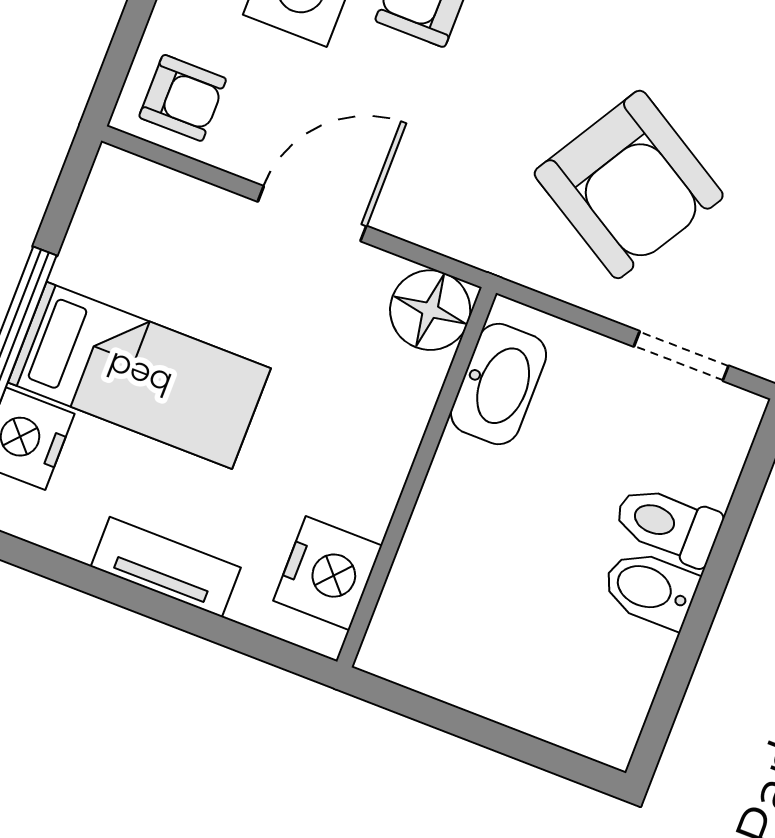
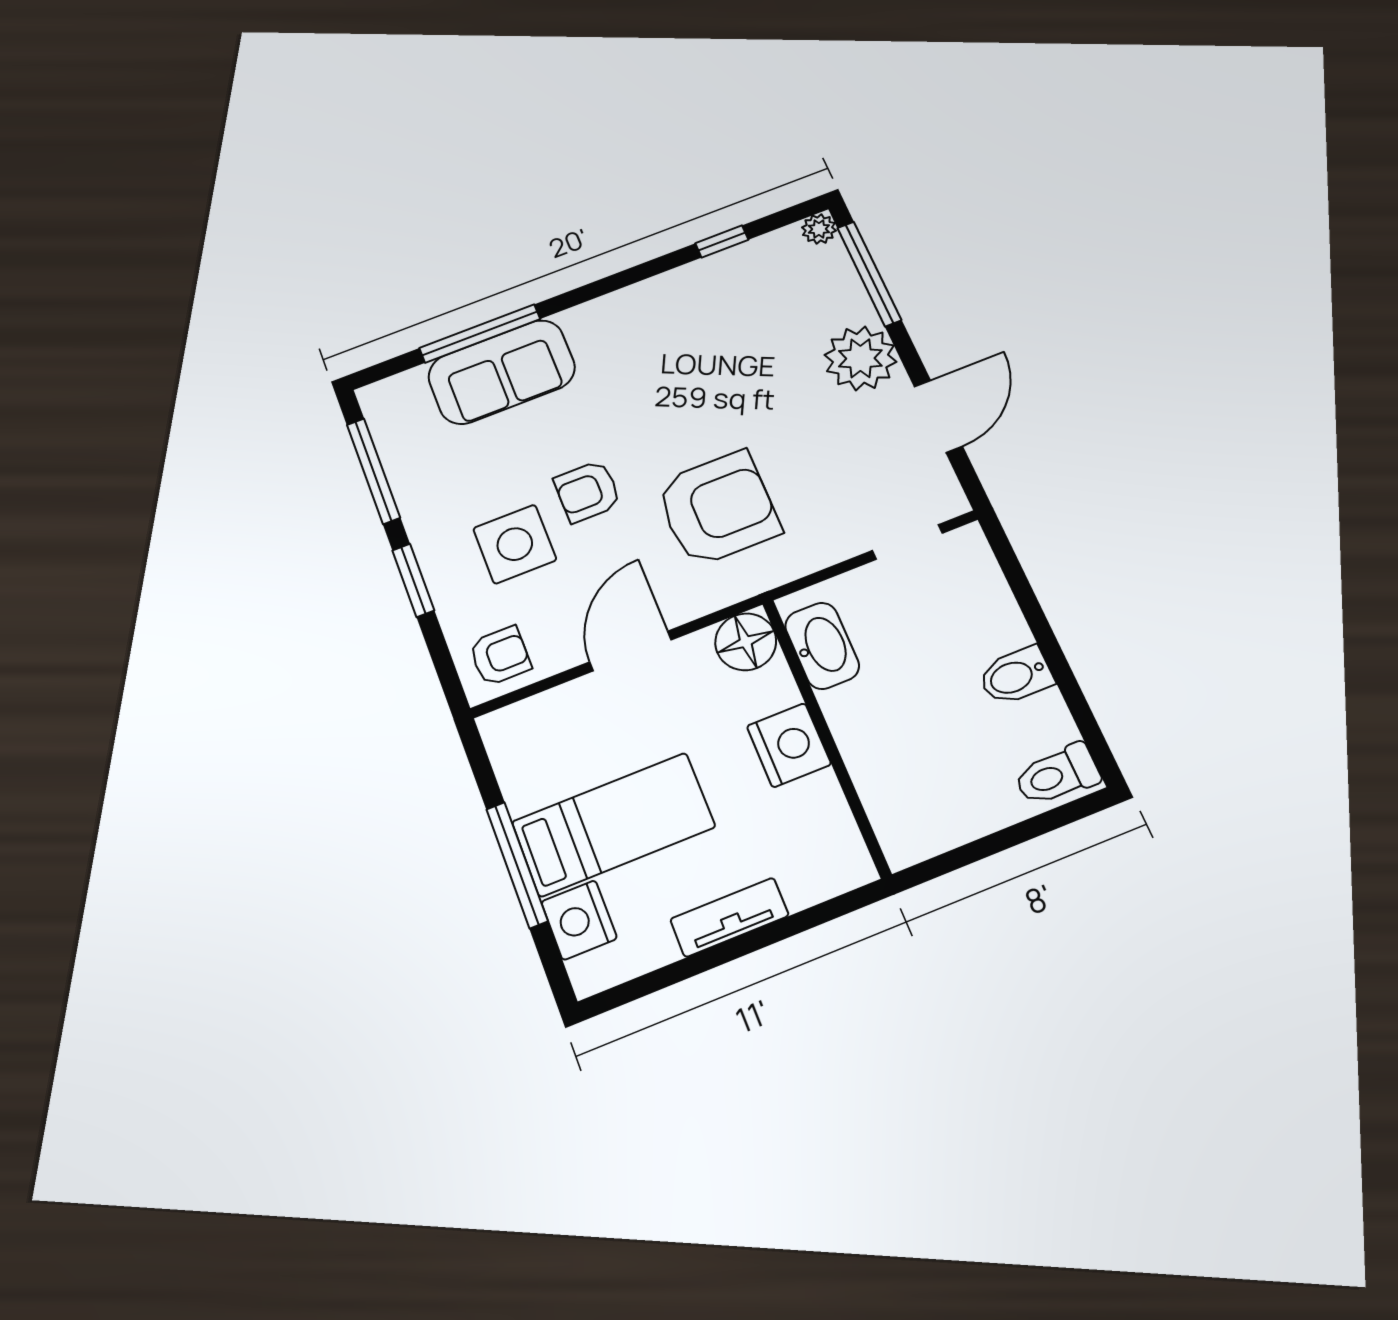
armchair: (629, 184) -> (718, 508), moved, turned -31
toilet: (668, 525) -> (1057, 775), moved
nightstand: (328, 573) -> (789, 745), moved

